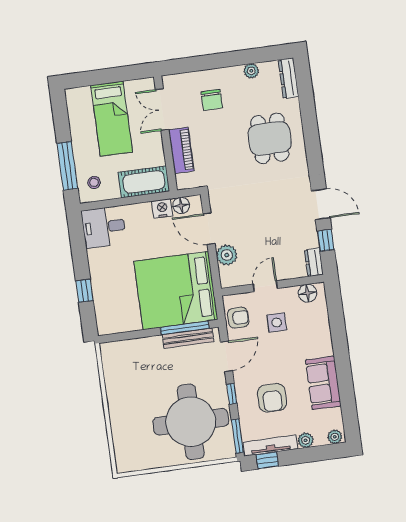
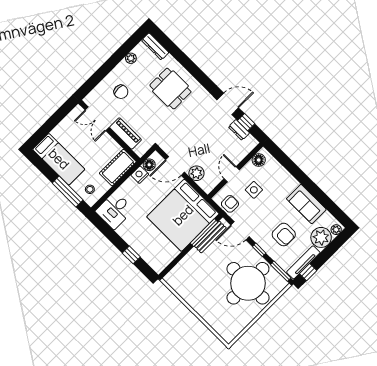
bed: (112, 119) -> (59, 159), moved
dresser: (314, 262) -> (239, 130), moved
door: (227, 356) -> (240, 231), swing flipped
plant: (306, 440) -> (321, 237), width x1.88, depth x1.88

